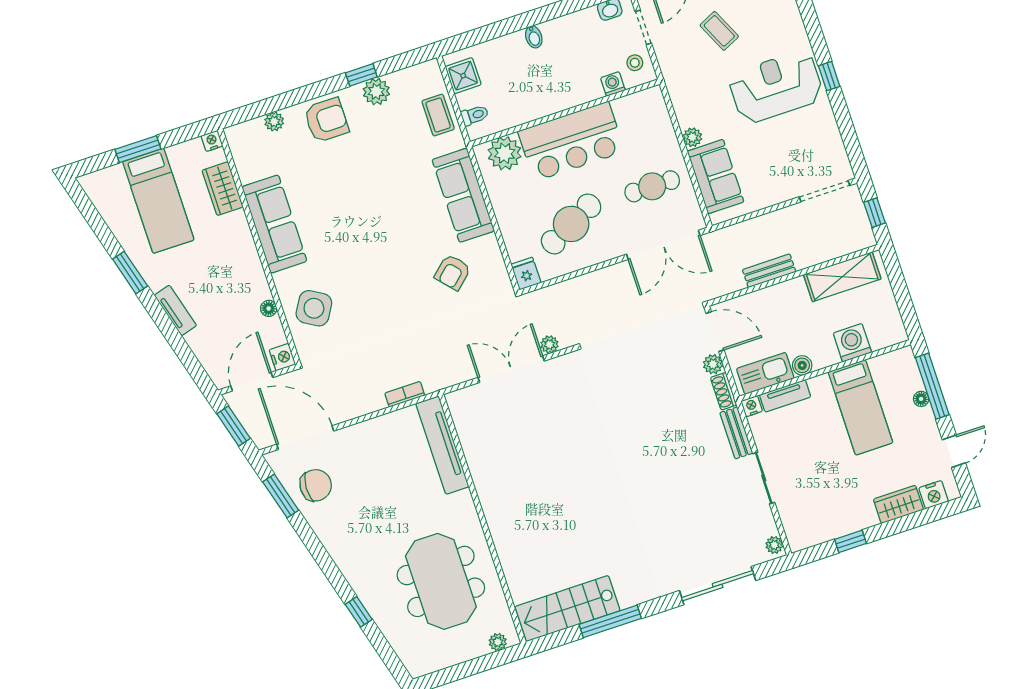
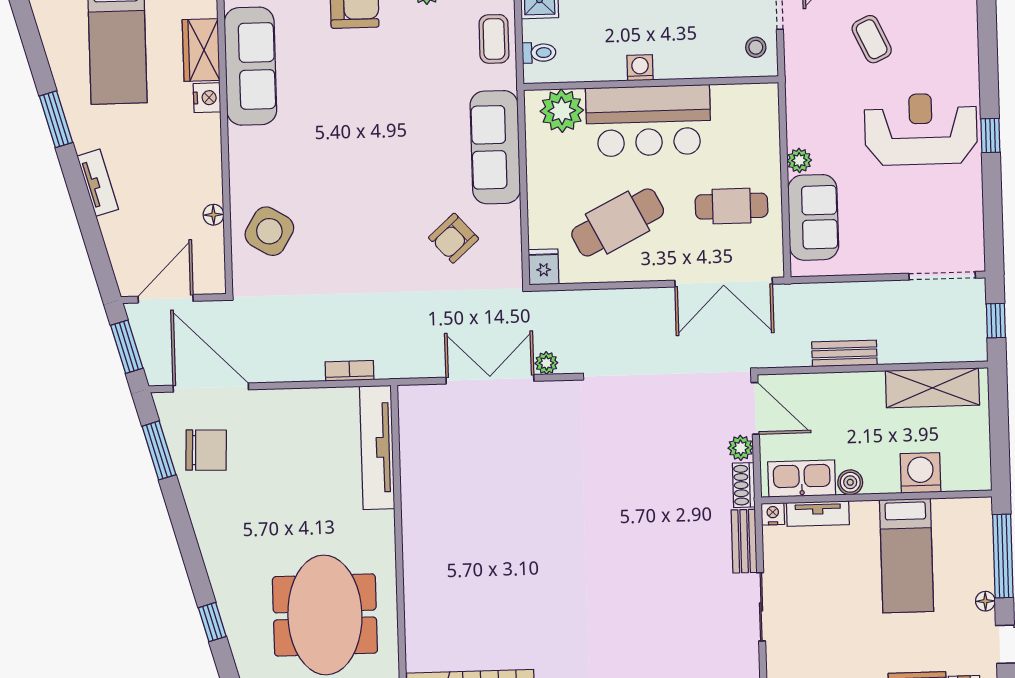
washing machine: (613, 84) -> (640, 68), moved
sofa: (274, 224) -> (250, 66), moved
nightstand: (282, 357) -> (207, 98), moved
floor lamp: (921, 399) -> (985, 601), moved

